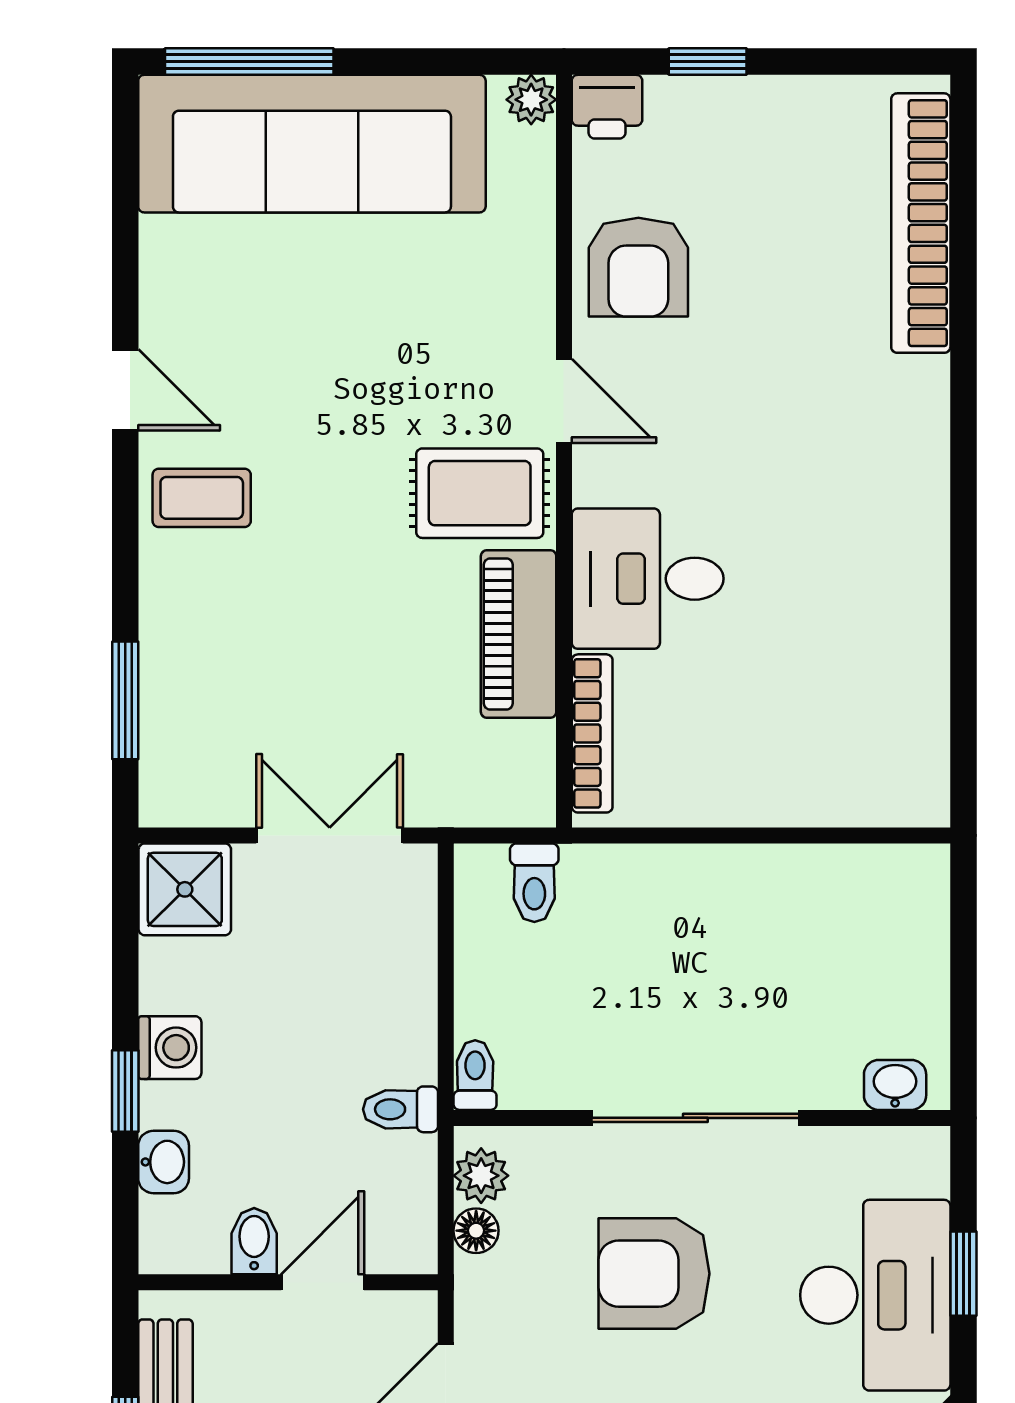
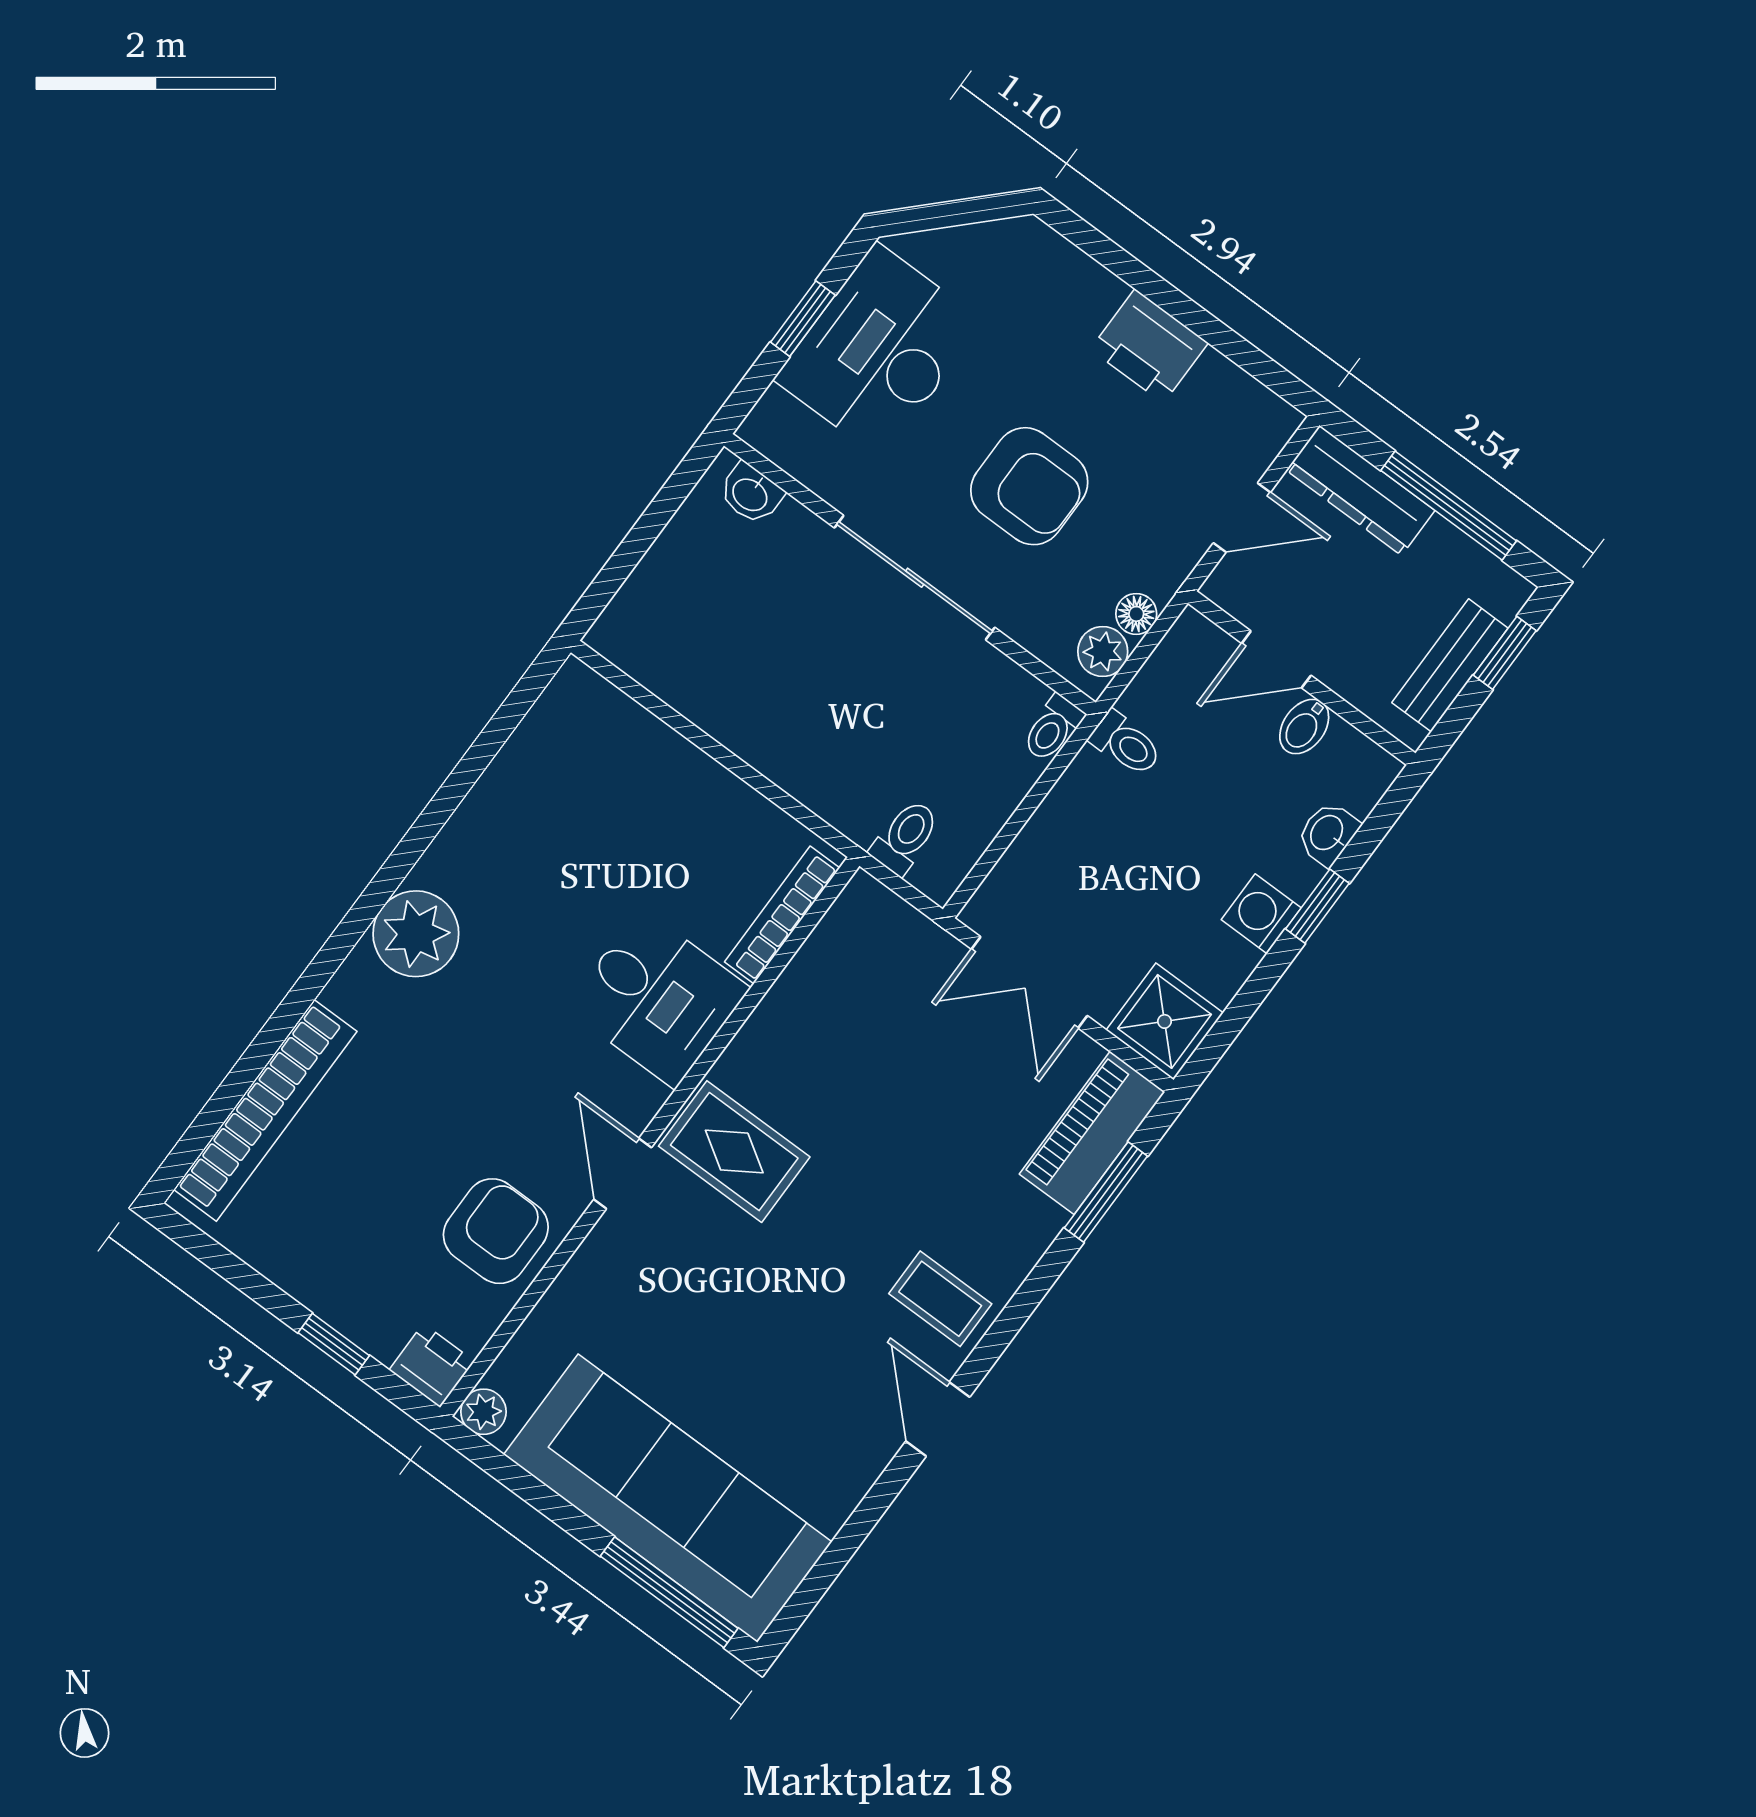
plant: (903, 478) -> (416, 934), added
piano: (519, 634) -> (1092, 1133), moved, turned 180

